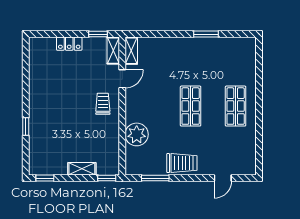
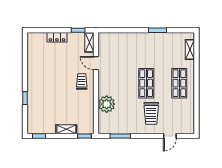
shelving: (131, 51) -> (190, 49), moved
door: (122, 79) -> (96, 63), swing flipped
trolley: (182, 163) -> (151, 113), moved, turned 90

